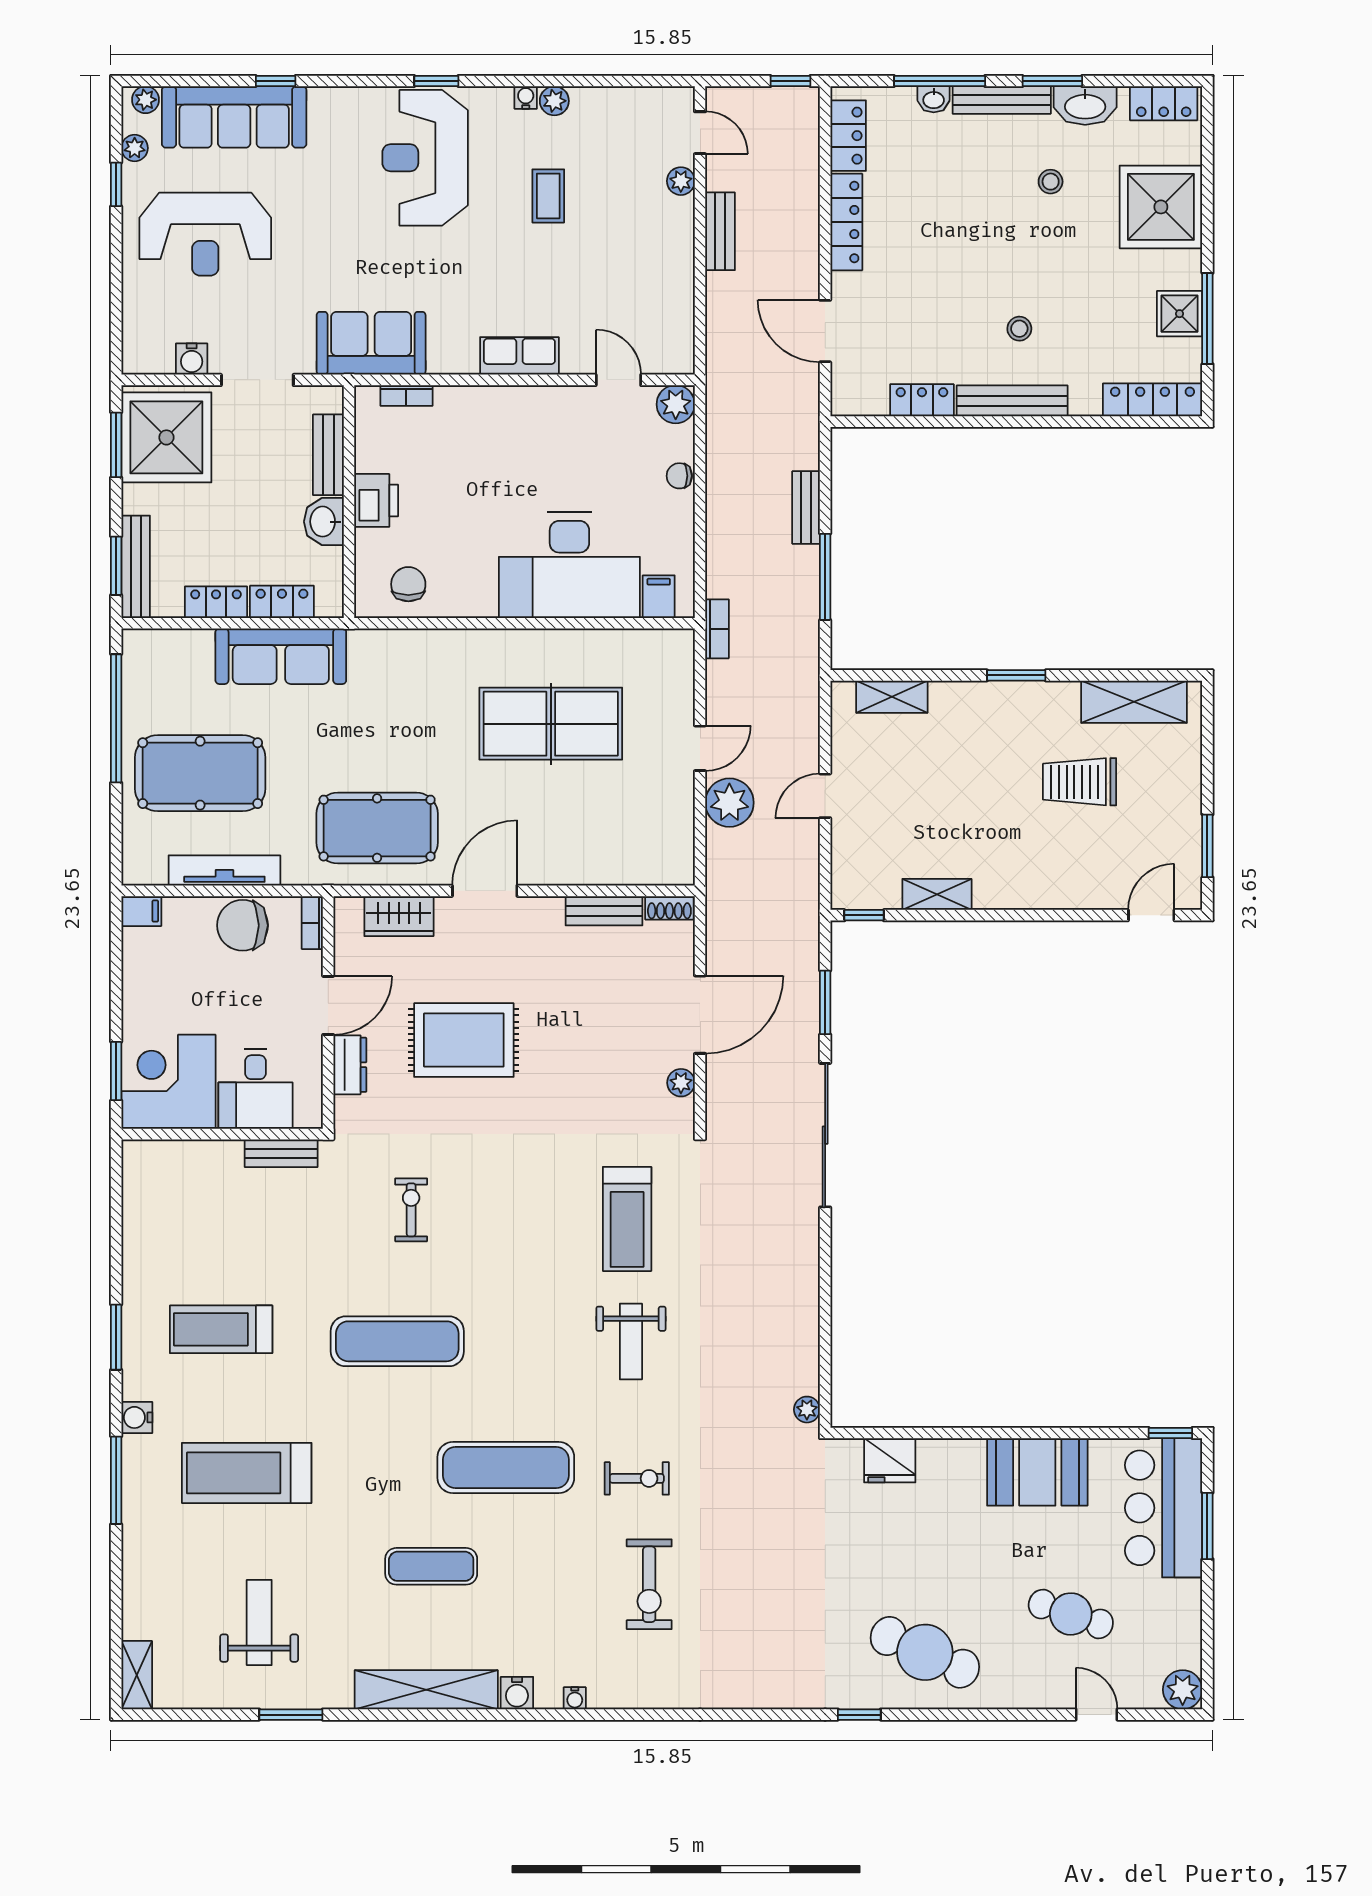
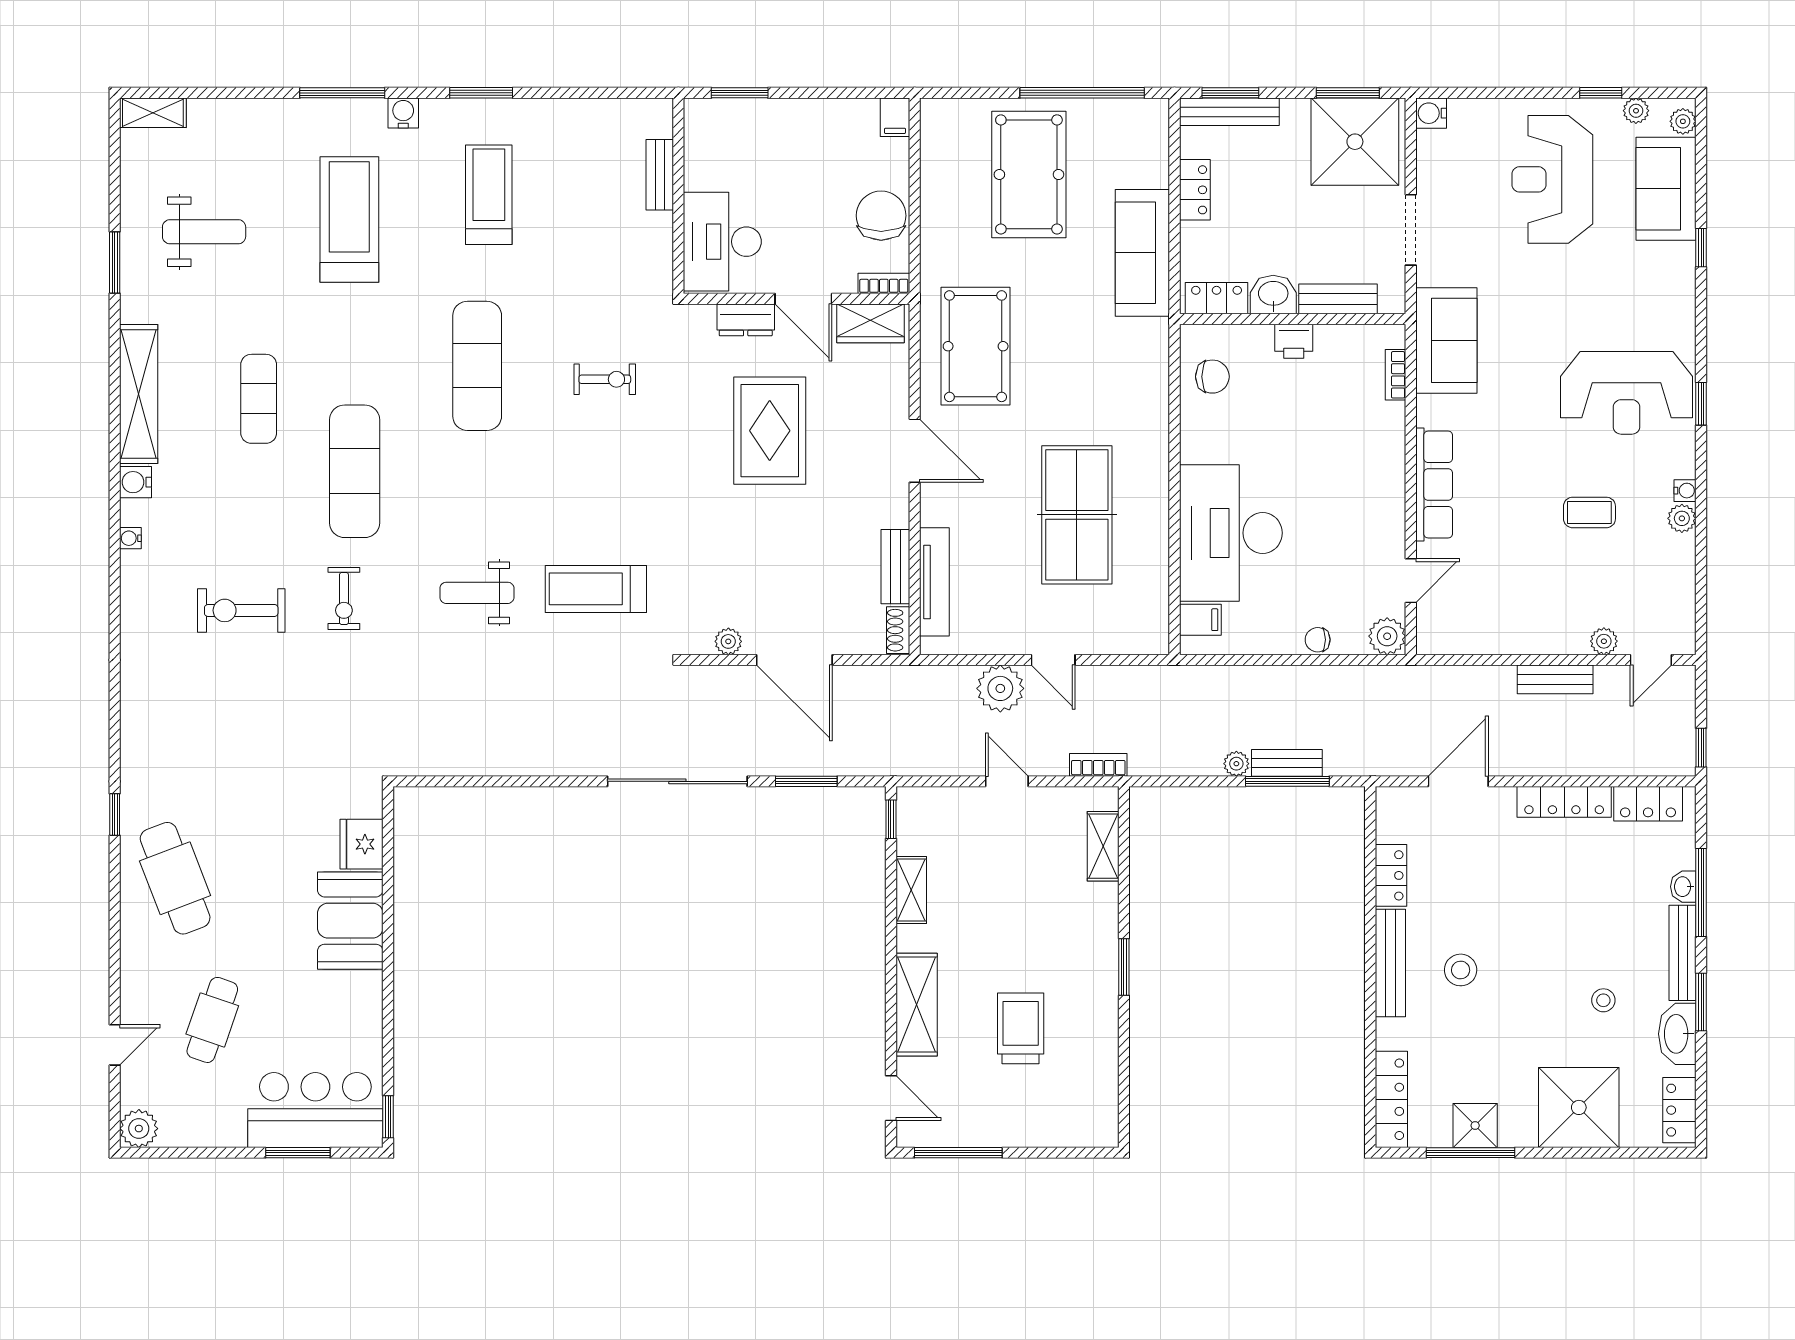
sofa: (234, 117) -> (1666, 189), width x0.73
reception desk: (425, 158) -> (1627, 393), turned 180
stool: (1019, 329) -> (1461, 970), width x1.37, depth x1.37
row of seats: (519, 356) -> (1434, 485), width x1.48
water cooler: (192, 359) -> (1431, 113), moved
chair: (679, 476) -> (1318, 640), turned -90
printer: (376, 500) -> (1294, 341), width x0.73, depth x0.81
window: (825, 577) -> (1287, 781), moved
locker: (282, 602) -> (1217, 298), moved, turned -90
bookcase: (717, 629) -> (1098, 765), moved, turned 180
shelving: (1134, 702) -> (917, 1005), moved
window: (1207, 846) -> (958, 1153), width x1.44
tv unit: (224, 870) -> (934, 582), moved
wardrobe: (399, 916) -> (870, 323), moved, turned -90
corner desk: (168, 1082) -> (729, 144), removed
desk: (256, 1089) -> (722, 242), width x1.37
bench: (281, 1153) -> (660, 175), moved
plant: (807, 1410) -> (1236, 764), moved
booth: (1037, 1472) -> (350, 921), moved
cafe table: (925, 1652) -> (175, 878), turned -45

